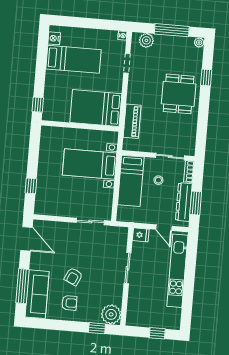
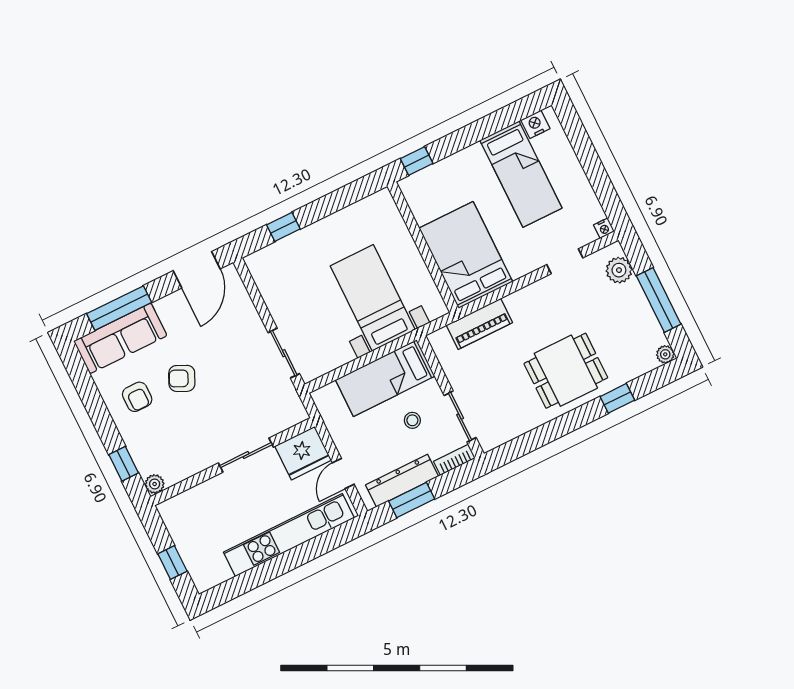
fridge: (141, 235) -> (303, 453), width x1.88, depth x1.34
plant: (111, 314) -> (155, 484), width x0.53, depth x0.53

